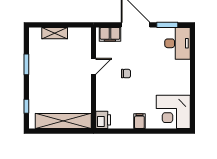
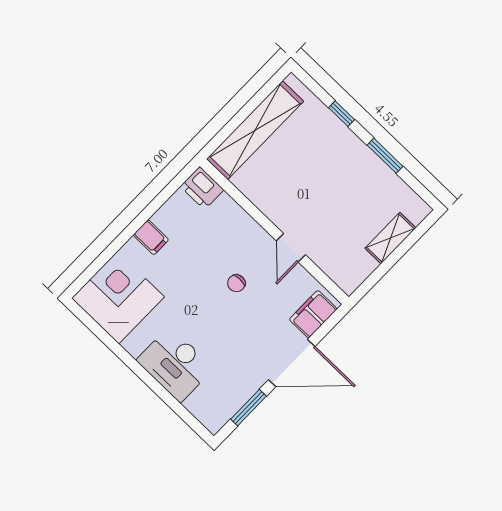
desk: (177, 43) -> (175, 364), moved
window: (26, 106) -> (342, 114), moved

